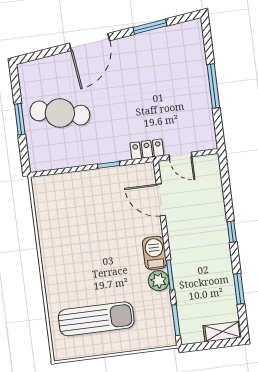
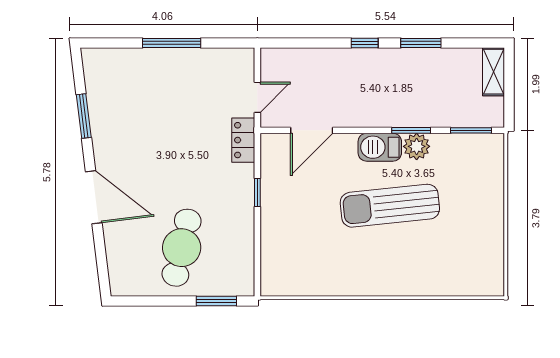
window: (20, 119) -> (216, 301), moved
window: (239, 289) -> (421, 43), moved
sun lounger: (96, 319) -> (390, 206), moved, turned -96

